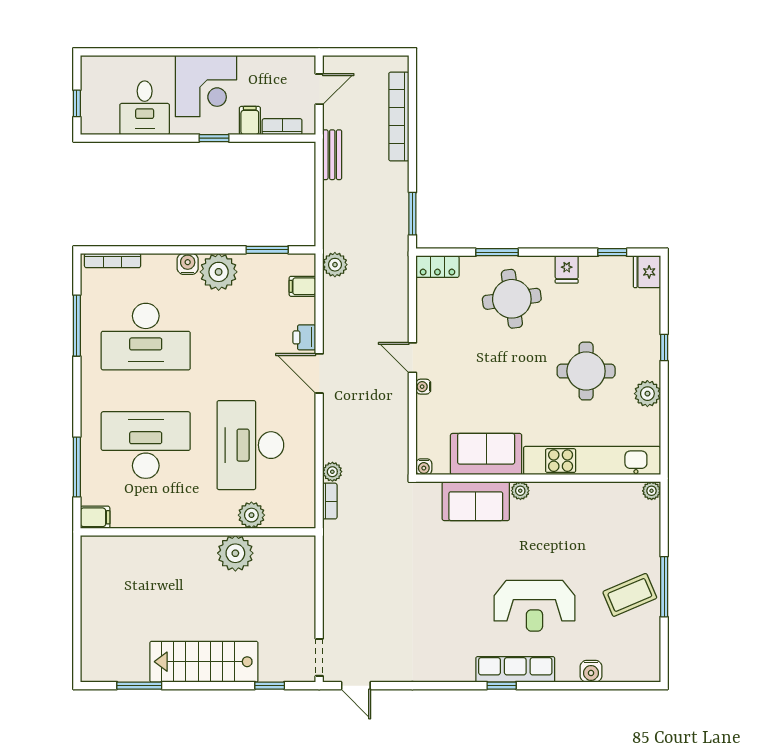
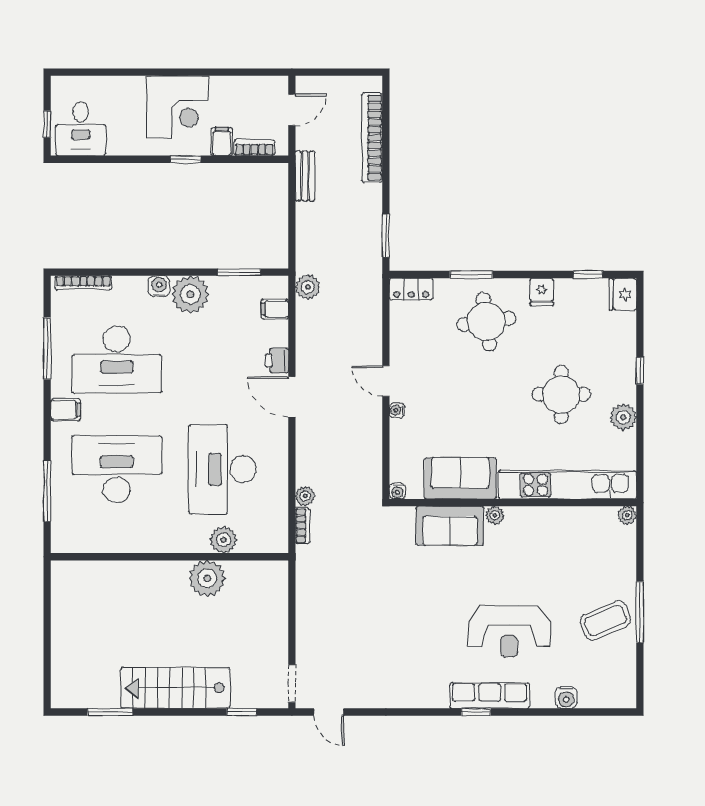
desk: (145, 108) -> (81, 129), moved
filing cabinet: (95, 517) -> (66, 410), moved

